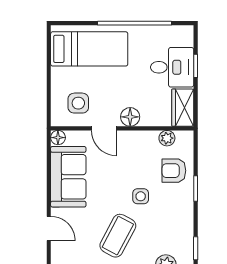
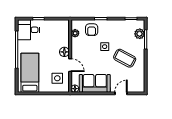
desk: (172, 67) -> (29, 30), moved, turned -90
wardrobe: (183, 108) -> (60, 25), removed
door: (104, 128) -> (70, 65), hinge flipped

